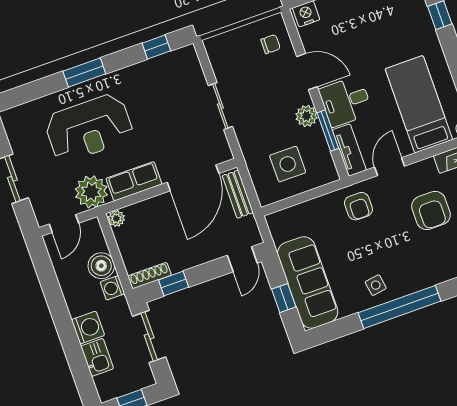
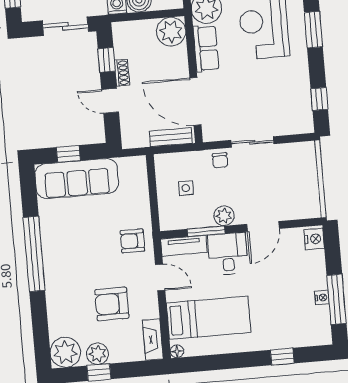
chair: (271, 44) -> (220, 160), moved
side table: (288, 164) -> (186, 188), width x0.54, depth x0.54
plant: (116, 218) -> (171, 32), width x1.87, depth x1.87
door: (242, 259) -> (110, 101), moved
shoe rack: (150, 276) -> (122, 73), moved, width x0.70
side table: (376, 285) -> (59, 238), removed

